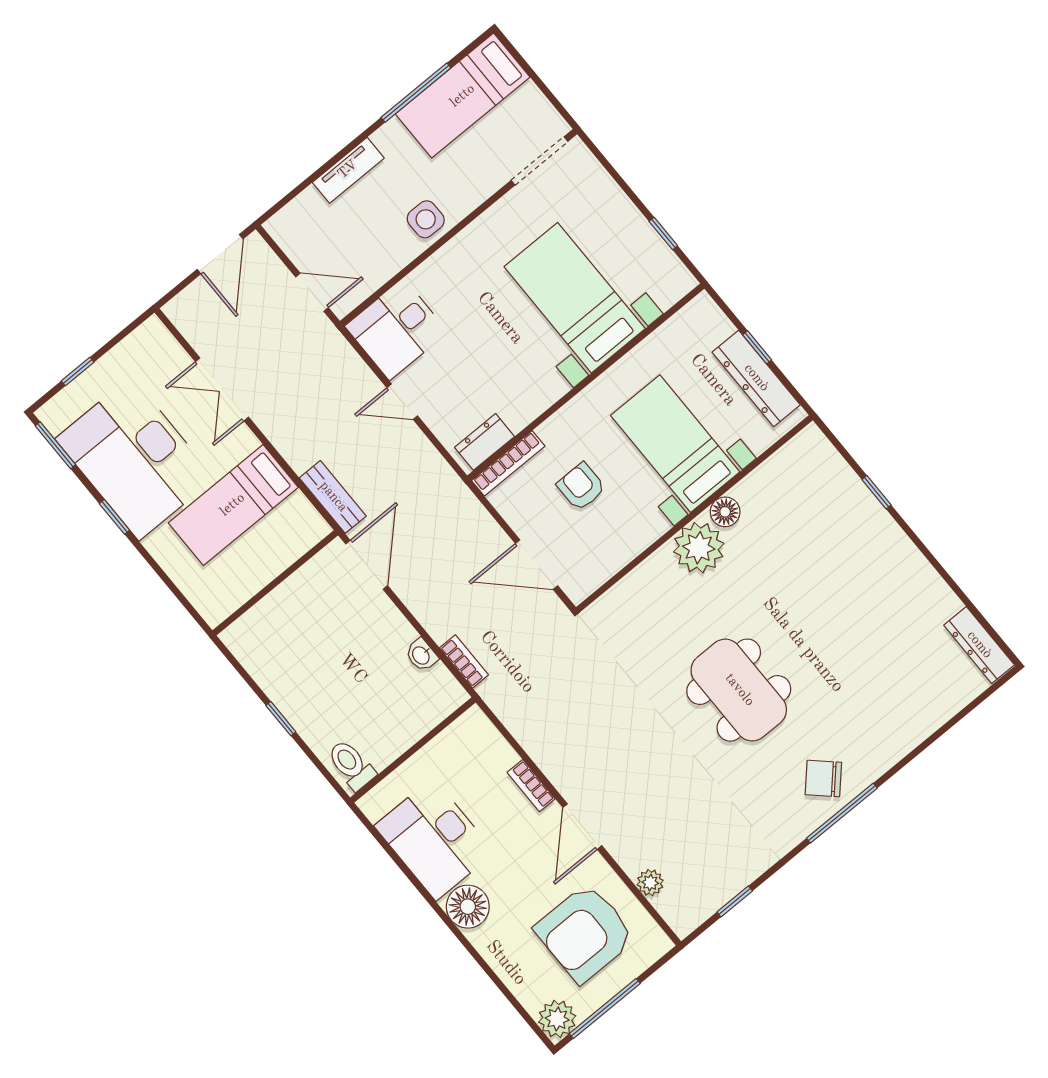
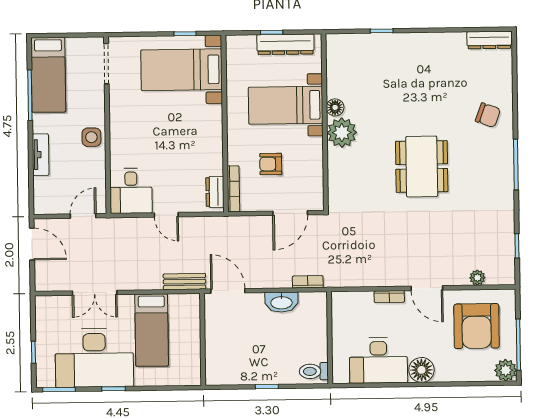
bed with nightstands: (575, 298) -> (182, 70), moved
door: (402, 402) -> (166, 215), hinge flipped
washbasin: (421, 655) -> (281, 302), width x1.91, depth x1.45
dining table: (739, 690) -> (422, 166), turned 90
chair: (823, 778) -> (488, 115), moved, turned -113

